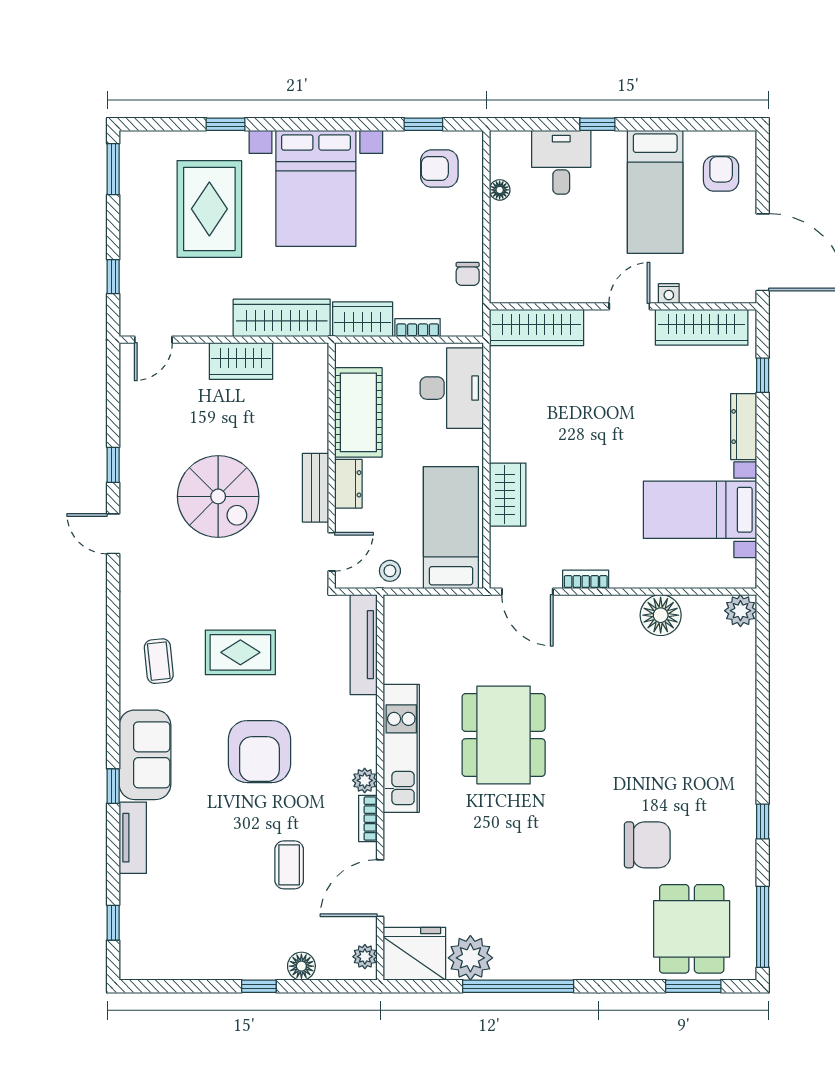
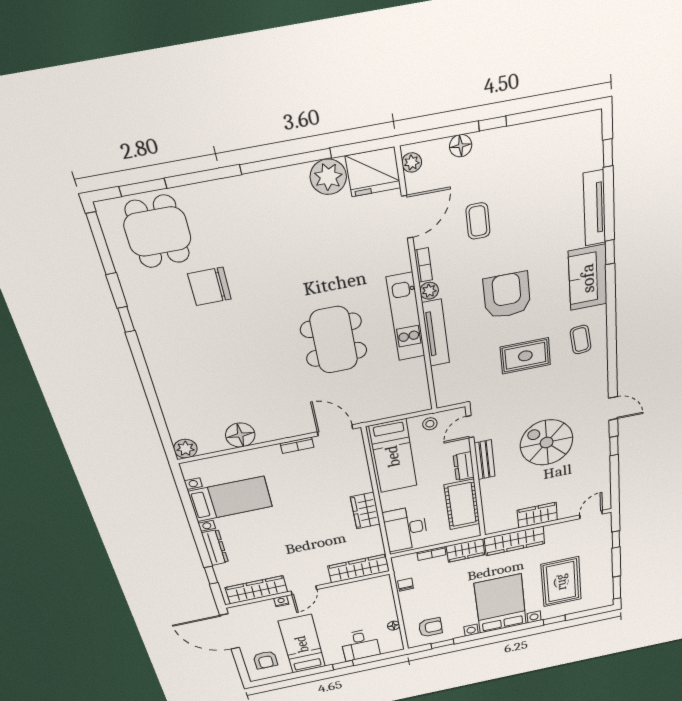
wardrobe: (508, 495) -> (365, 511), moved
tv unit: (364, 645) -> (436, 333), moved
tv unit: (133, 838) -> (594, 208), width x1.41

